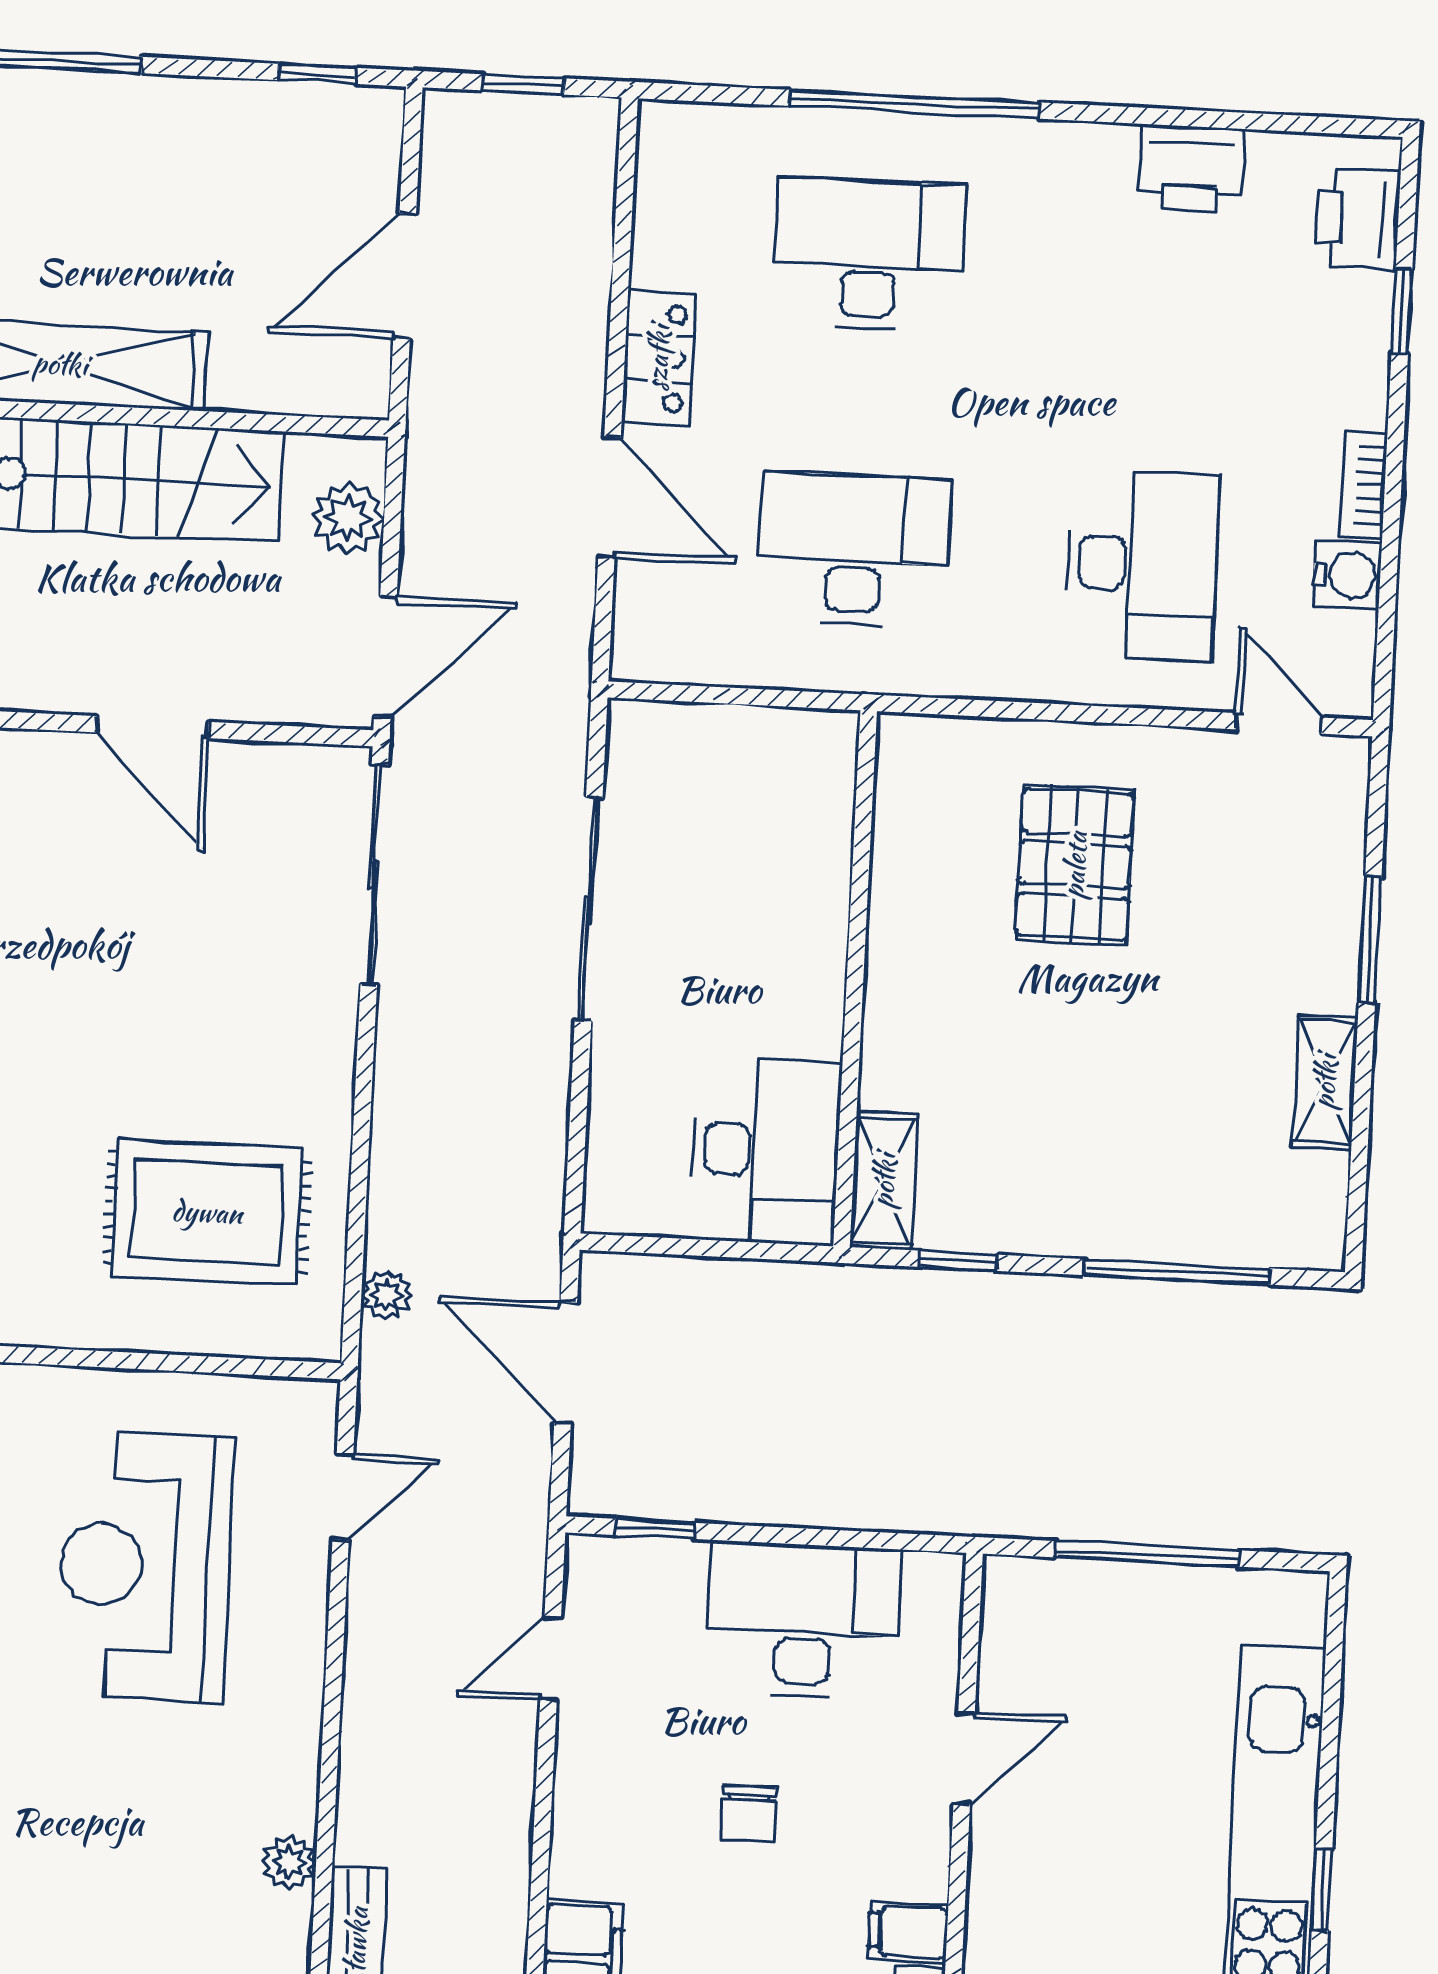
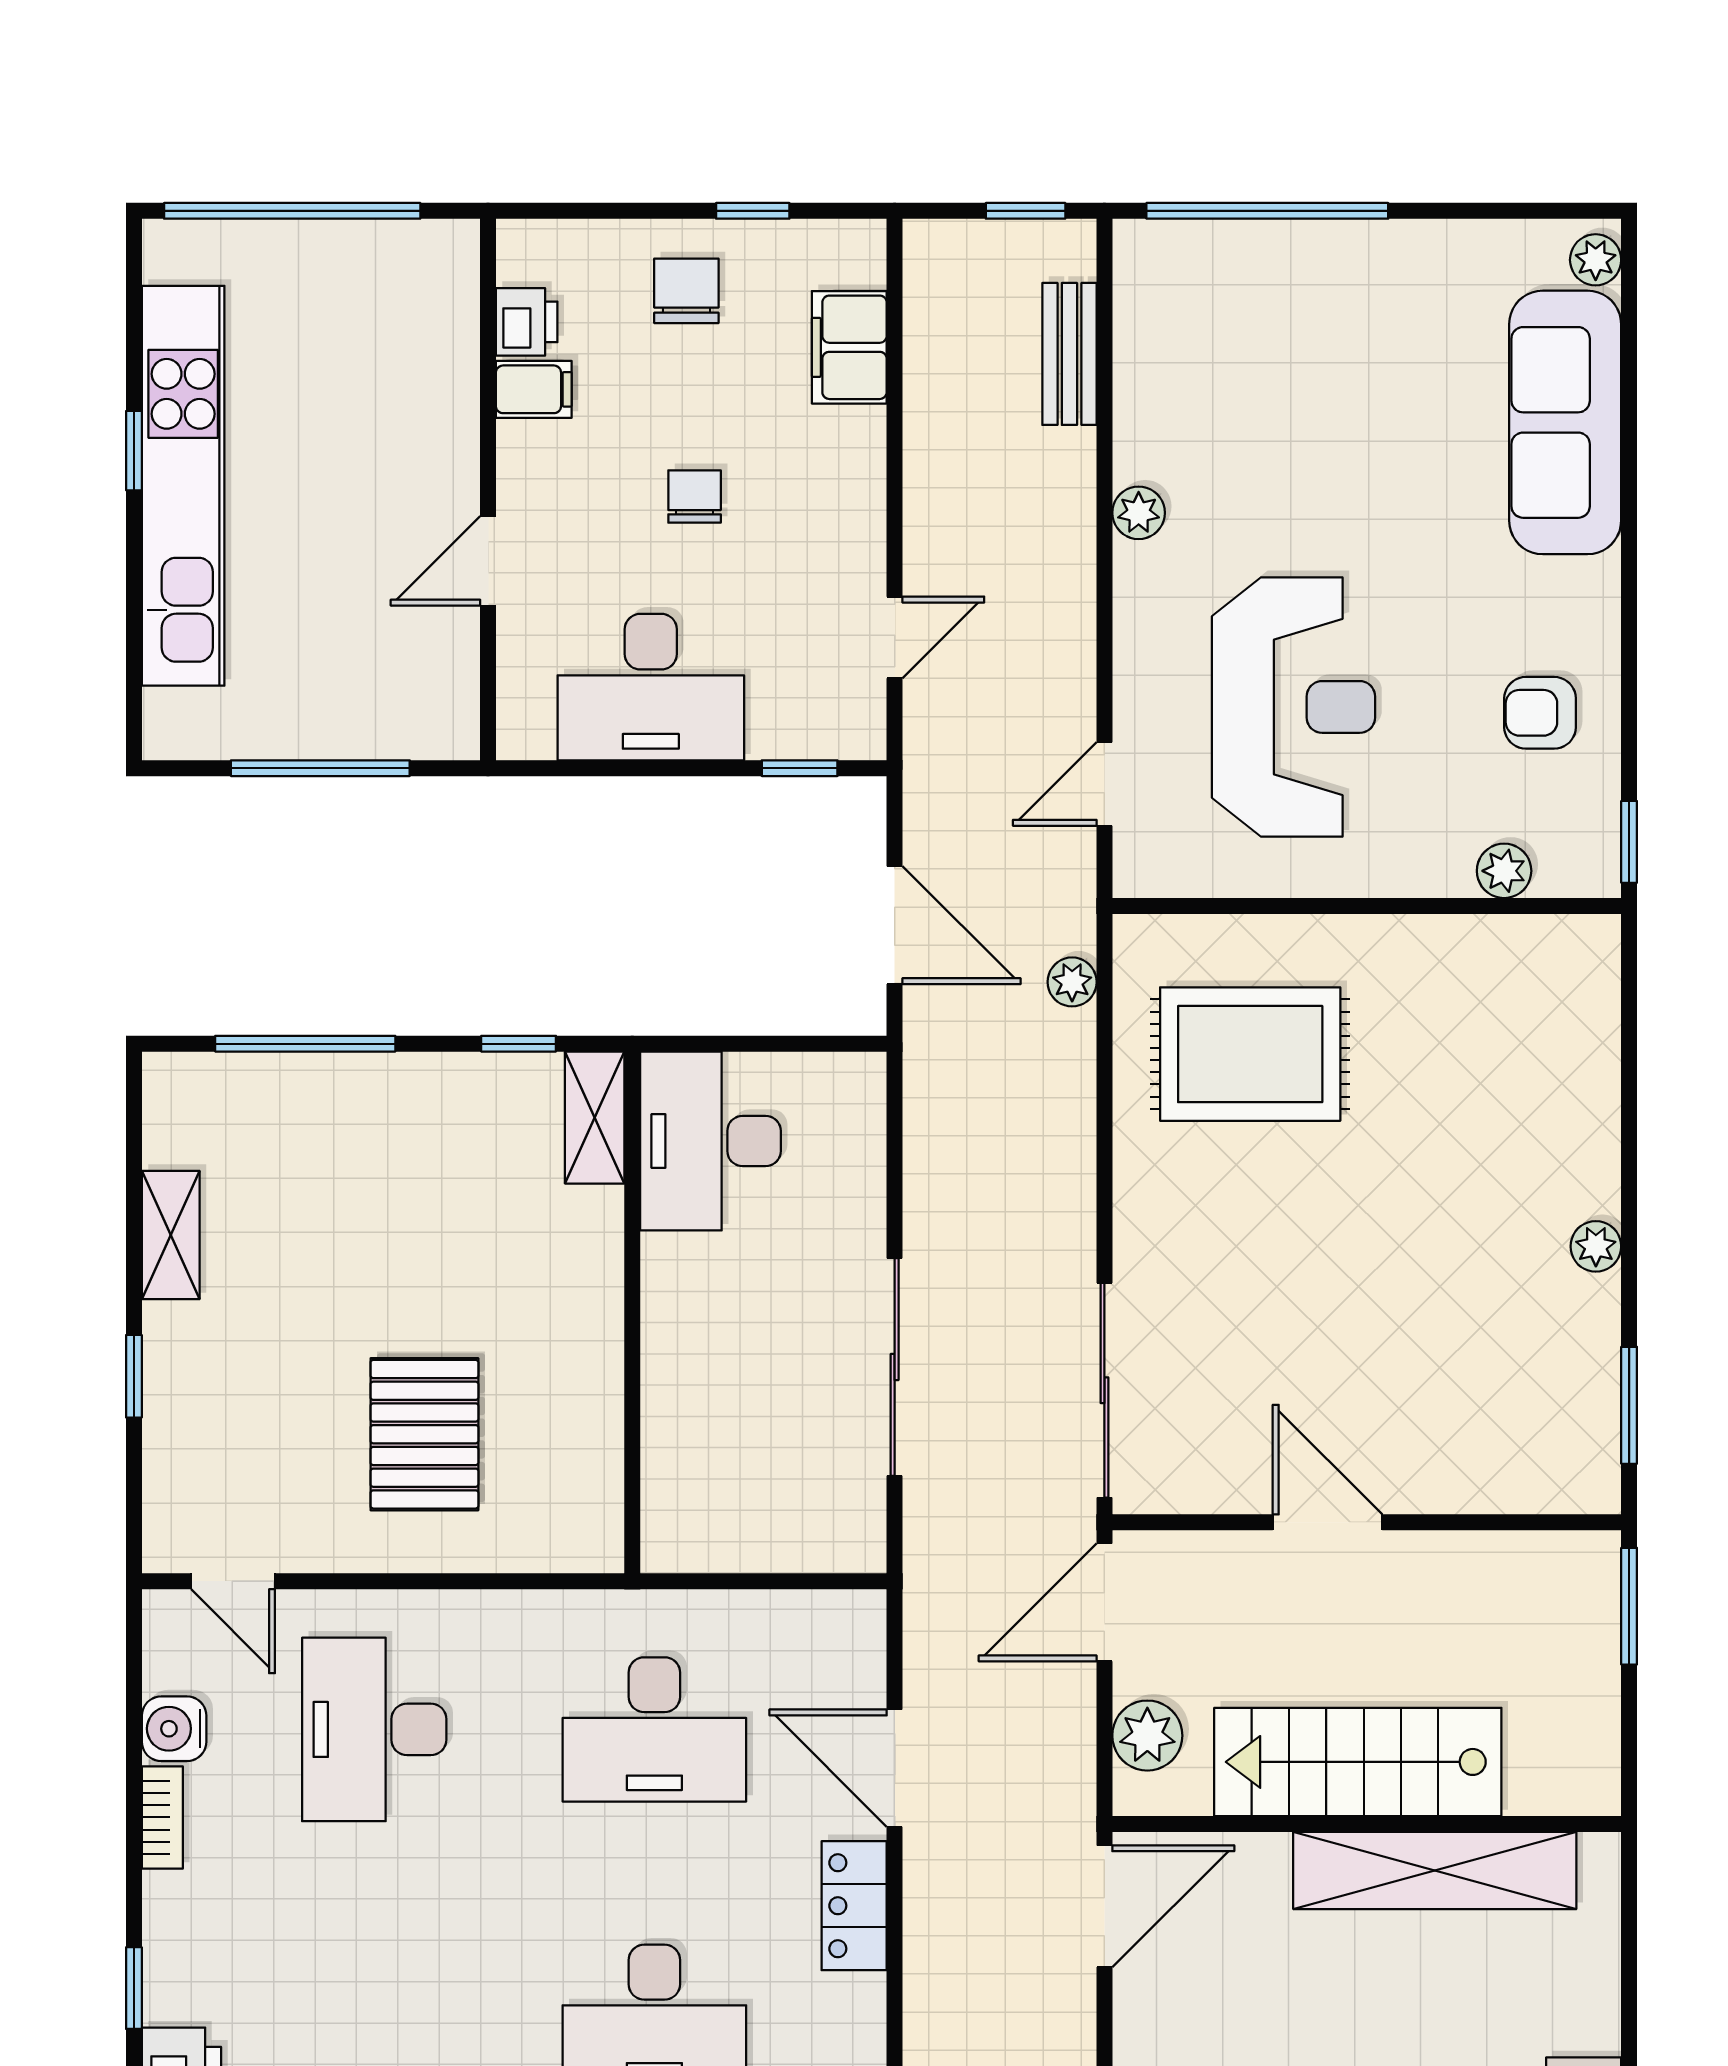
door: (405, 276) -> (1104, 1906), moved
window: (1370, 939) -> (134, 1376), width x0.67
plant: (289, 1862) -> (1139, 513), moved

